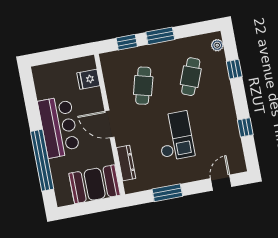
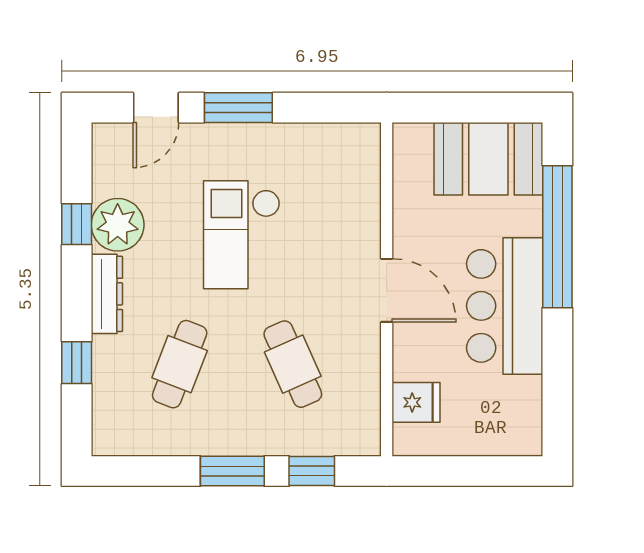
plant: (217, 45) -> (118, 225), moved, width x1.88, depth x1.88
cafe table: (143, 86) -> (293, 364), turned -39
dresser: (126, 163) -> (107, 294), moved, turned 180
booth: (95, 184) -> (488, 159), moved
window: (167, 193) -> (238, 108), moved

